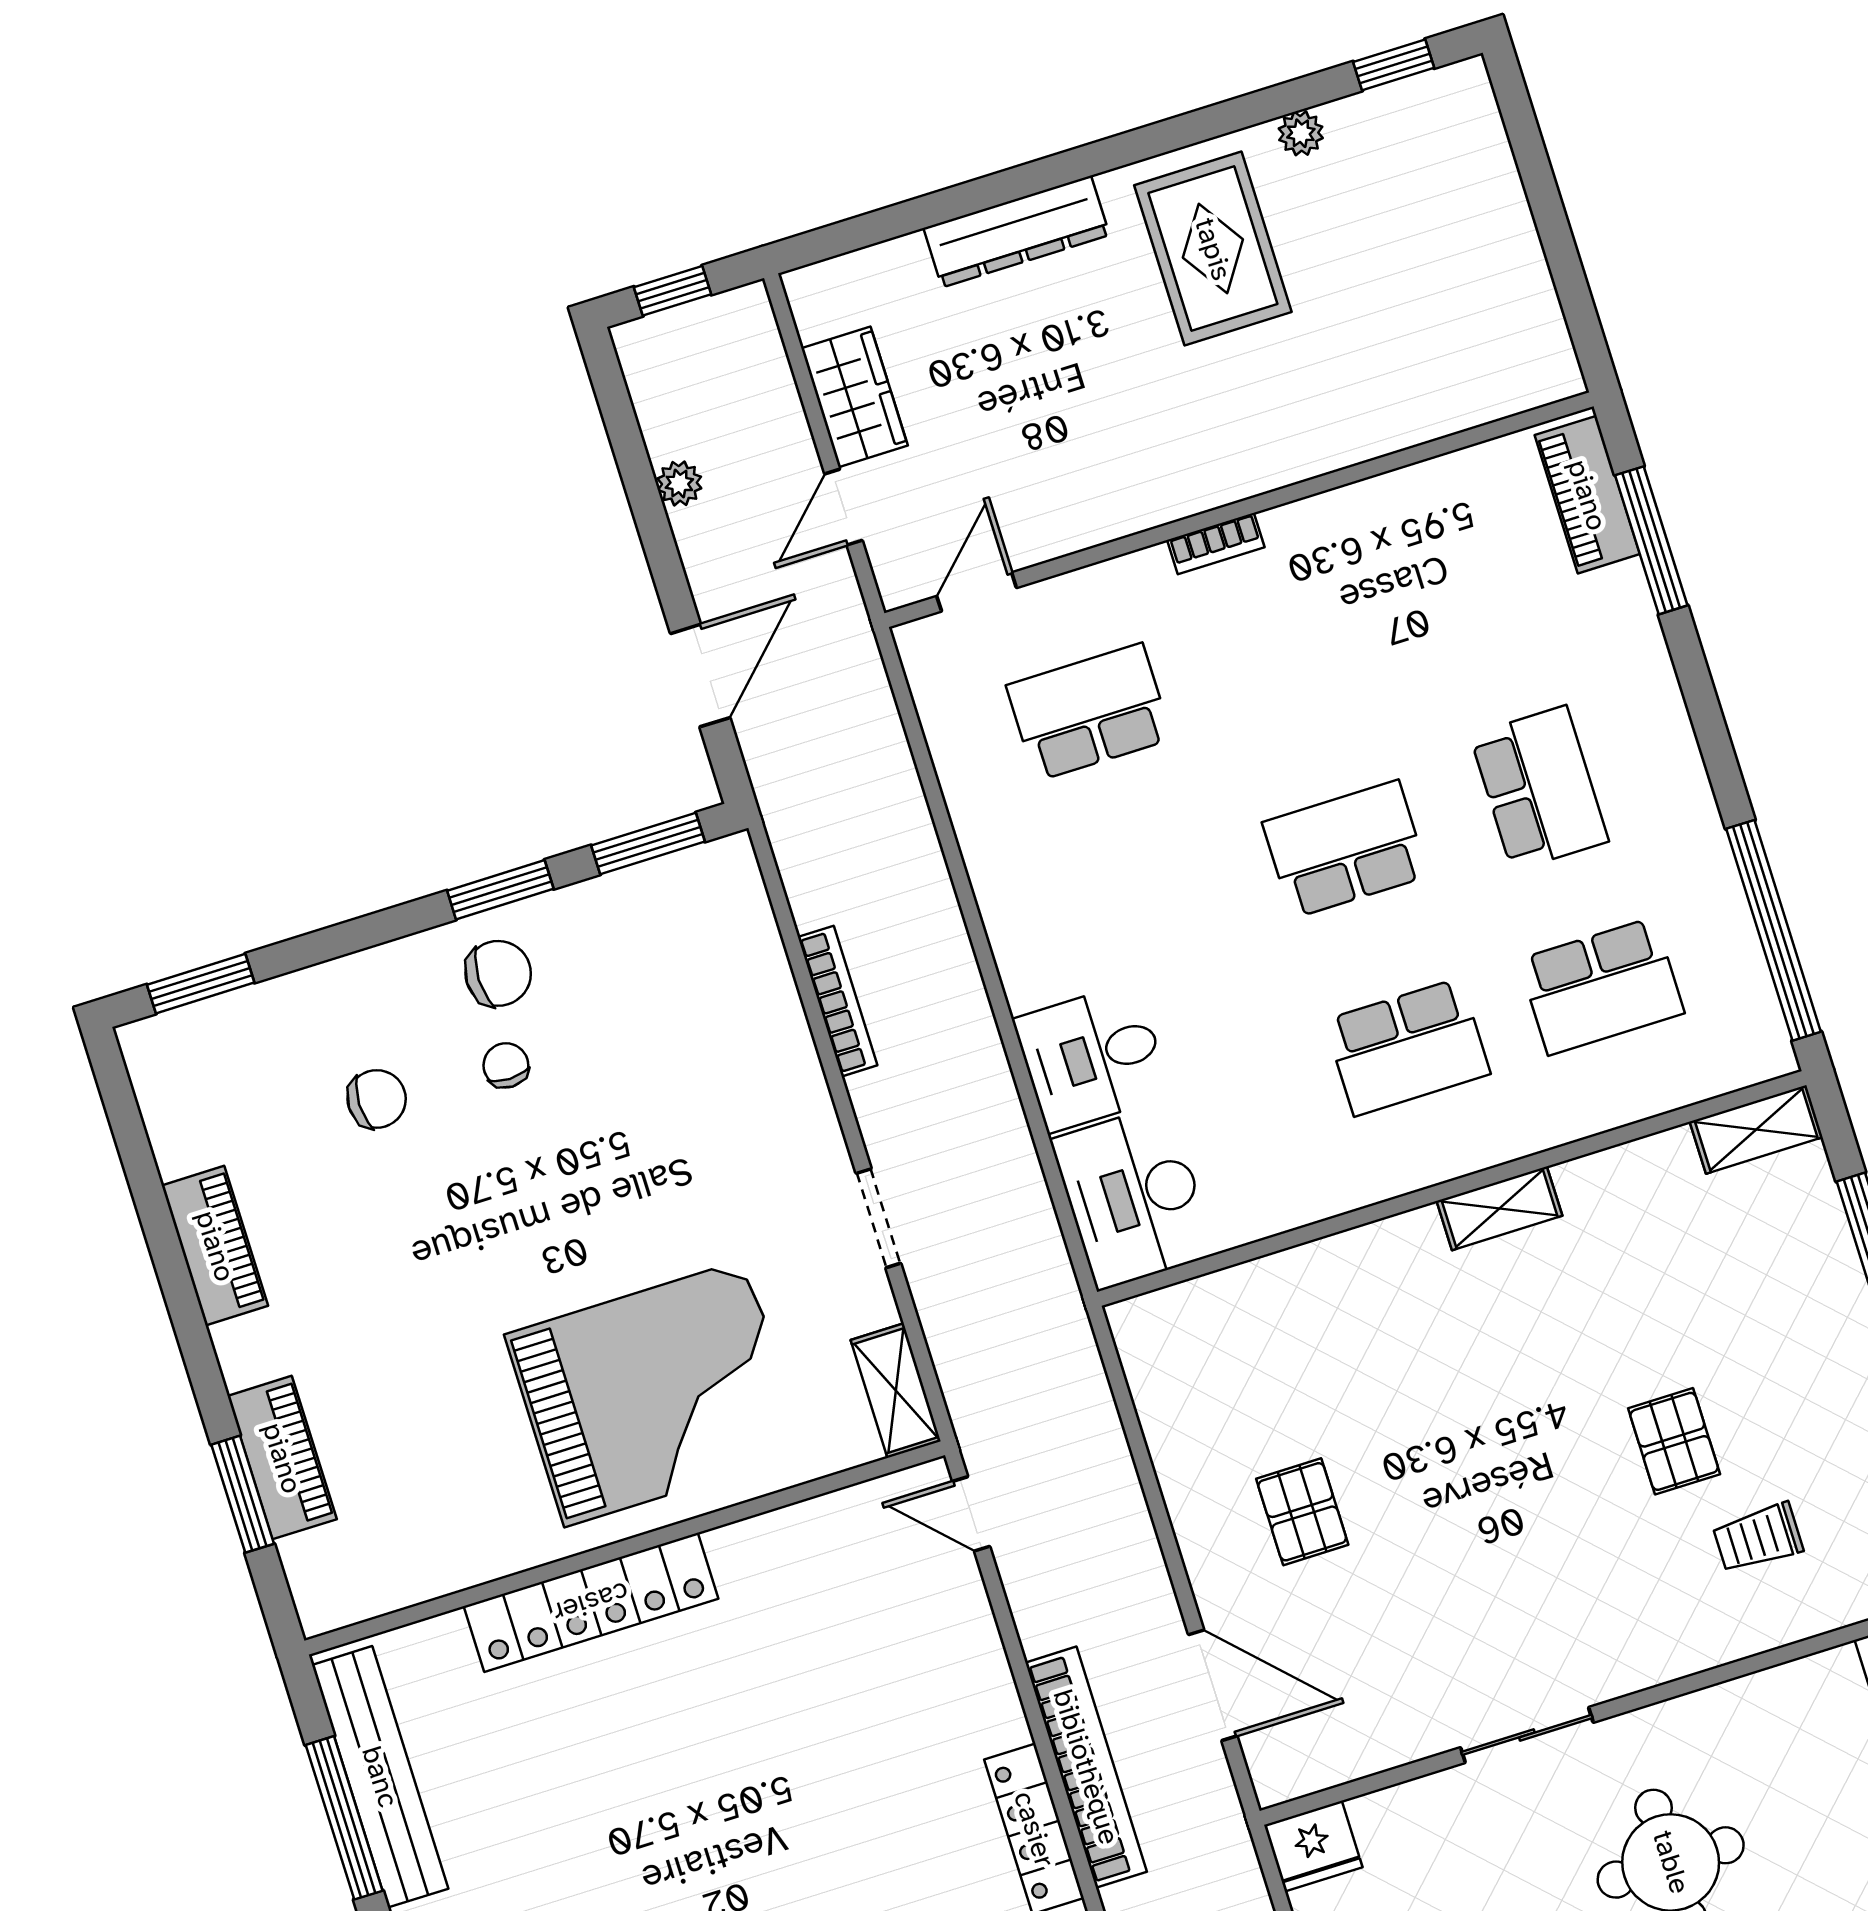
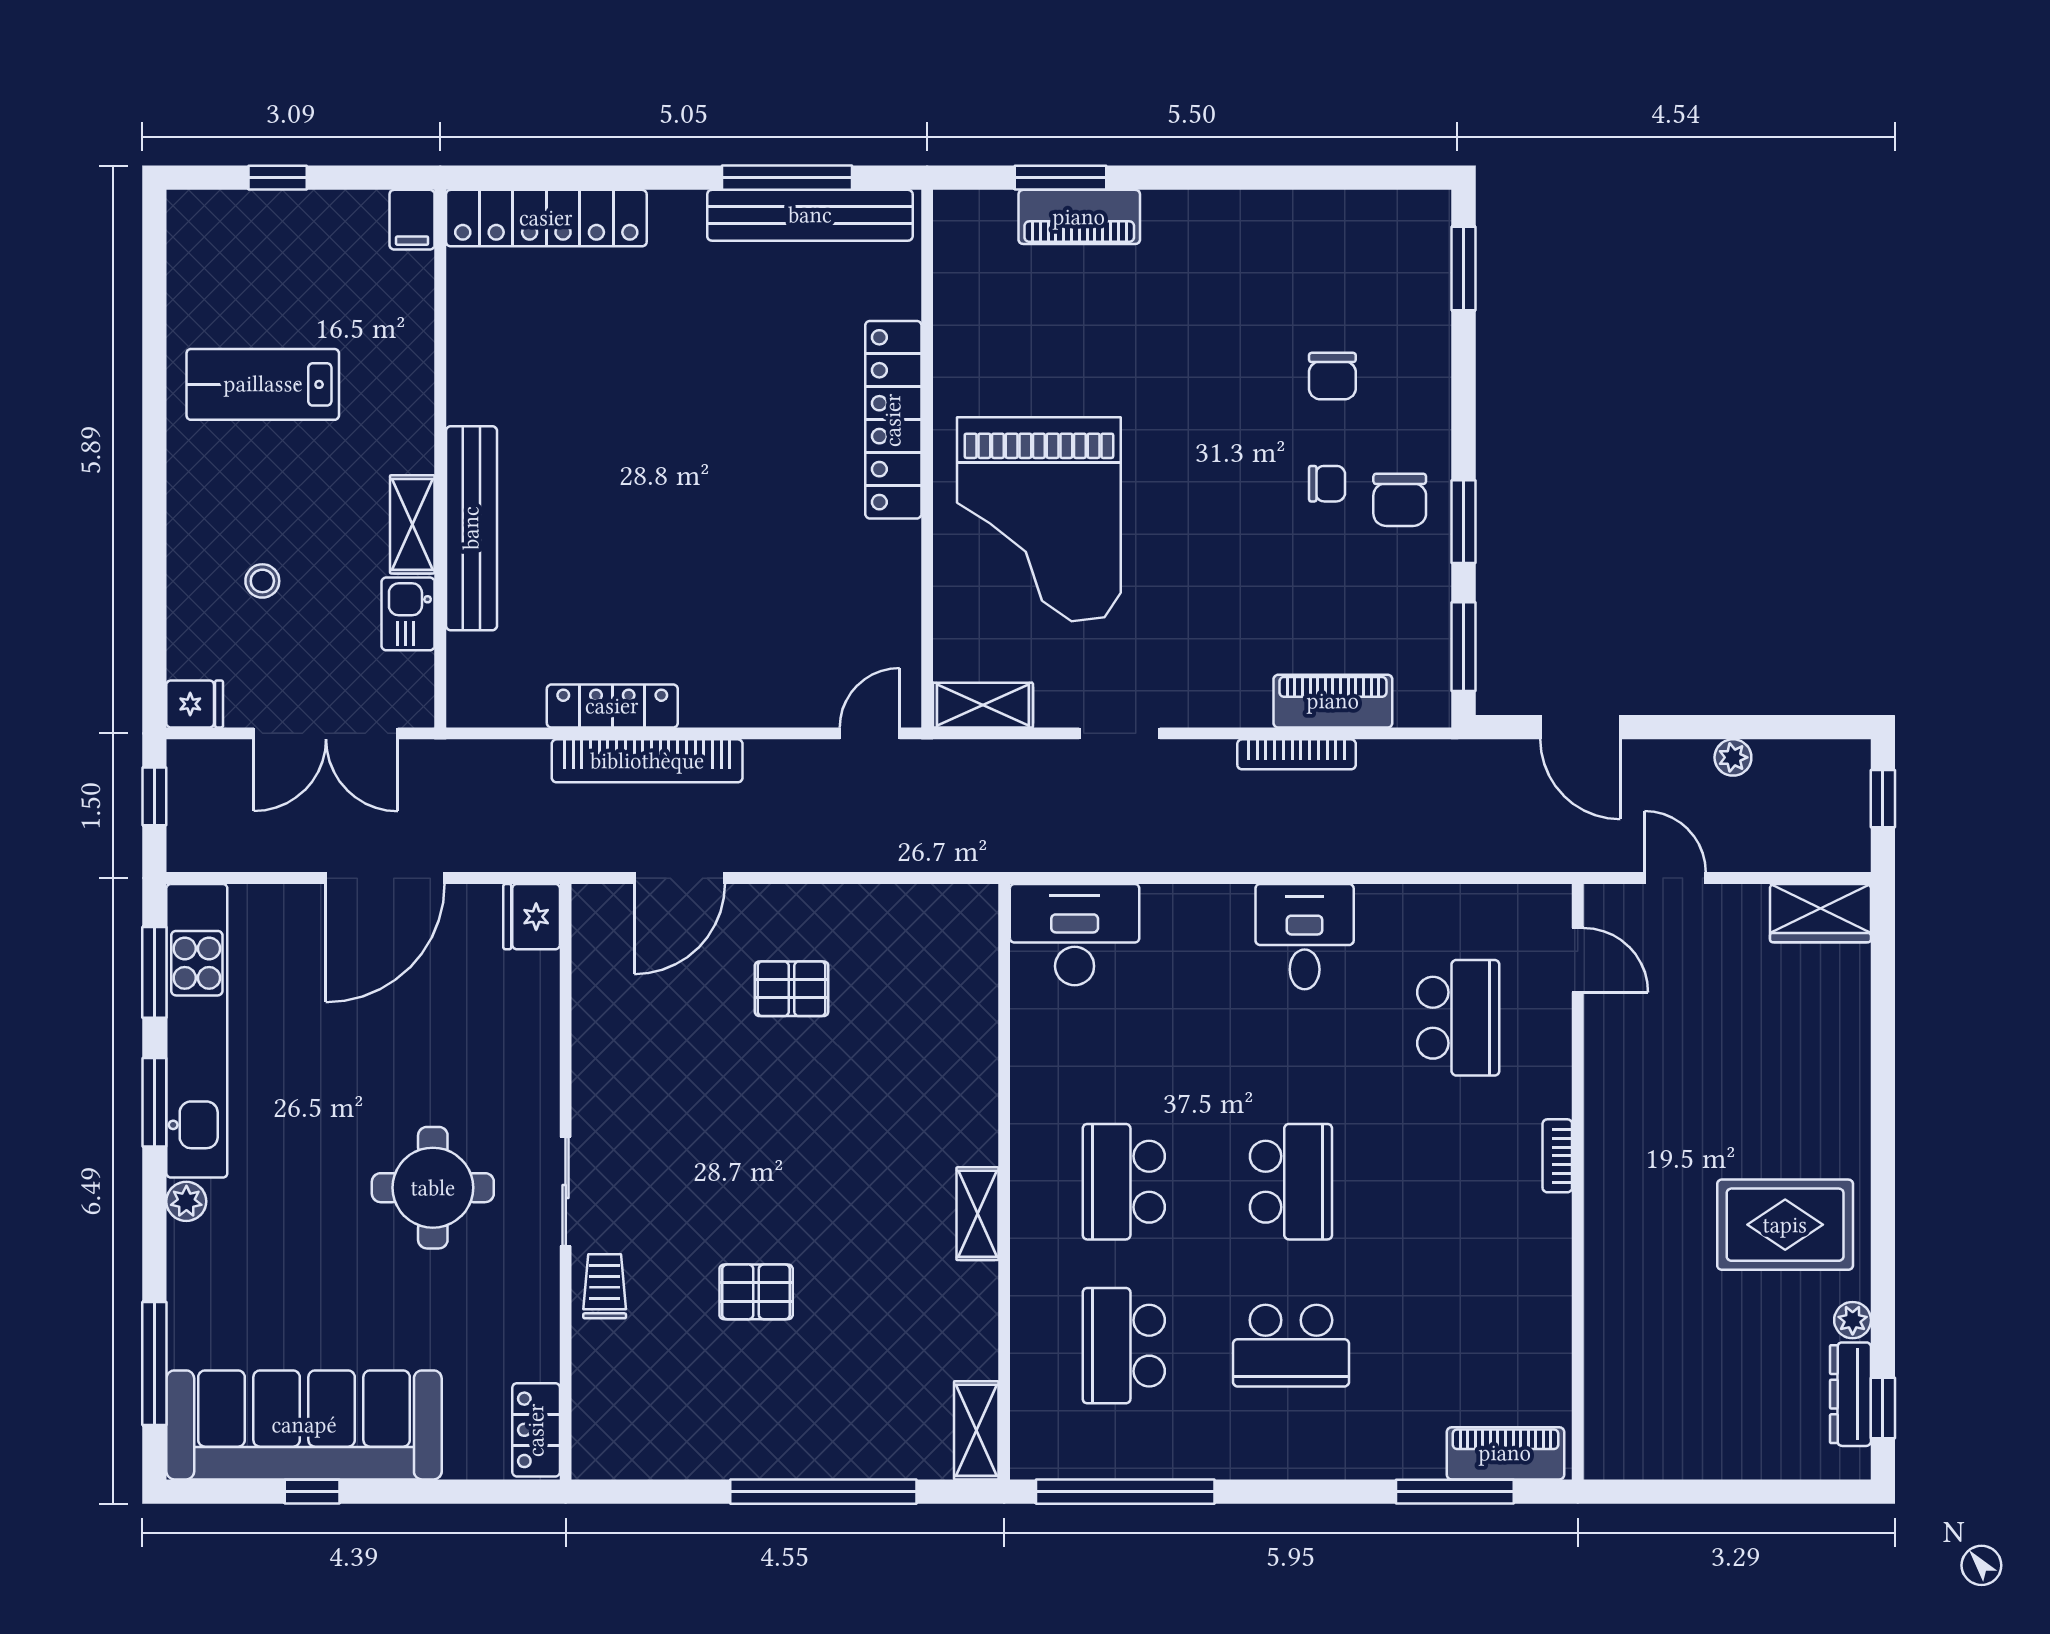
dresser: (1017, 231) -> (1851, 1394), moved, width x0.73, depth x0.80
wardrobe: (854, 397) -> (1820, 913), moved
desk: (1092, 1057) -> (1305, 937), moved
piano: (215, 1246) -> (1333, 701), moved, turned 180
trolley: (1758, 1538) -> (605, 1286), moved
sliding door: (1527, 1735) -> (566, 1191), moved

